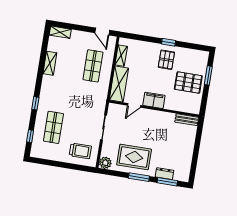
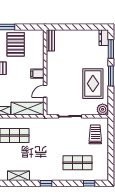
filing cabinet: (154, 100) -> (37, 74), width x0.50
window: (35, 103) -> (46, 183), moved
door: (134, 105) -> (45, 91), swing flipped
dresser: (165, 174) -> (104, 38), moved

